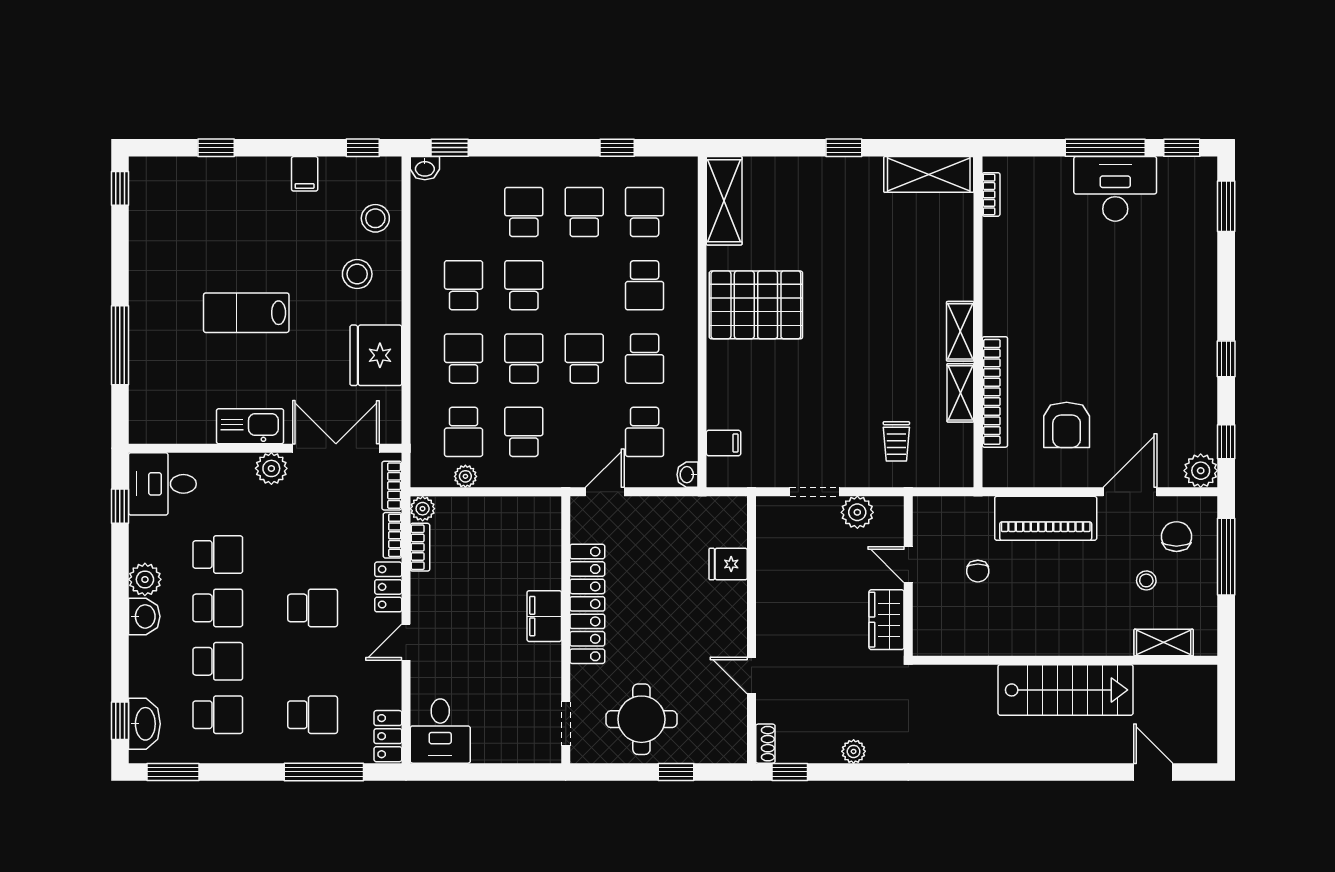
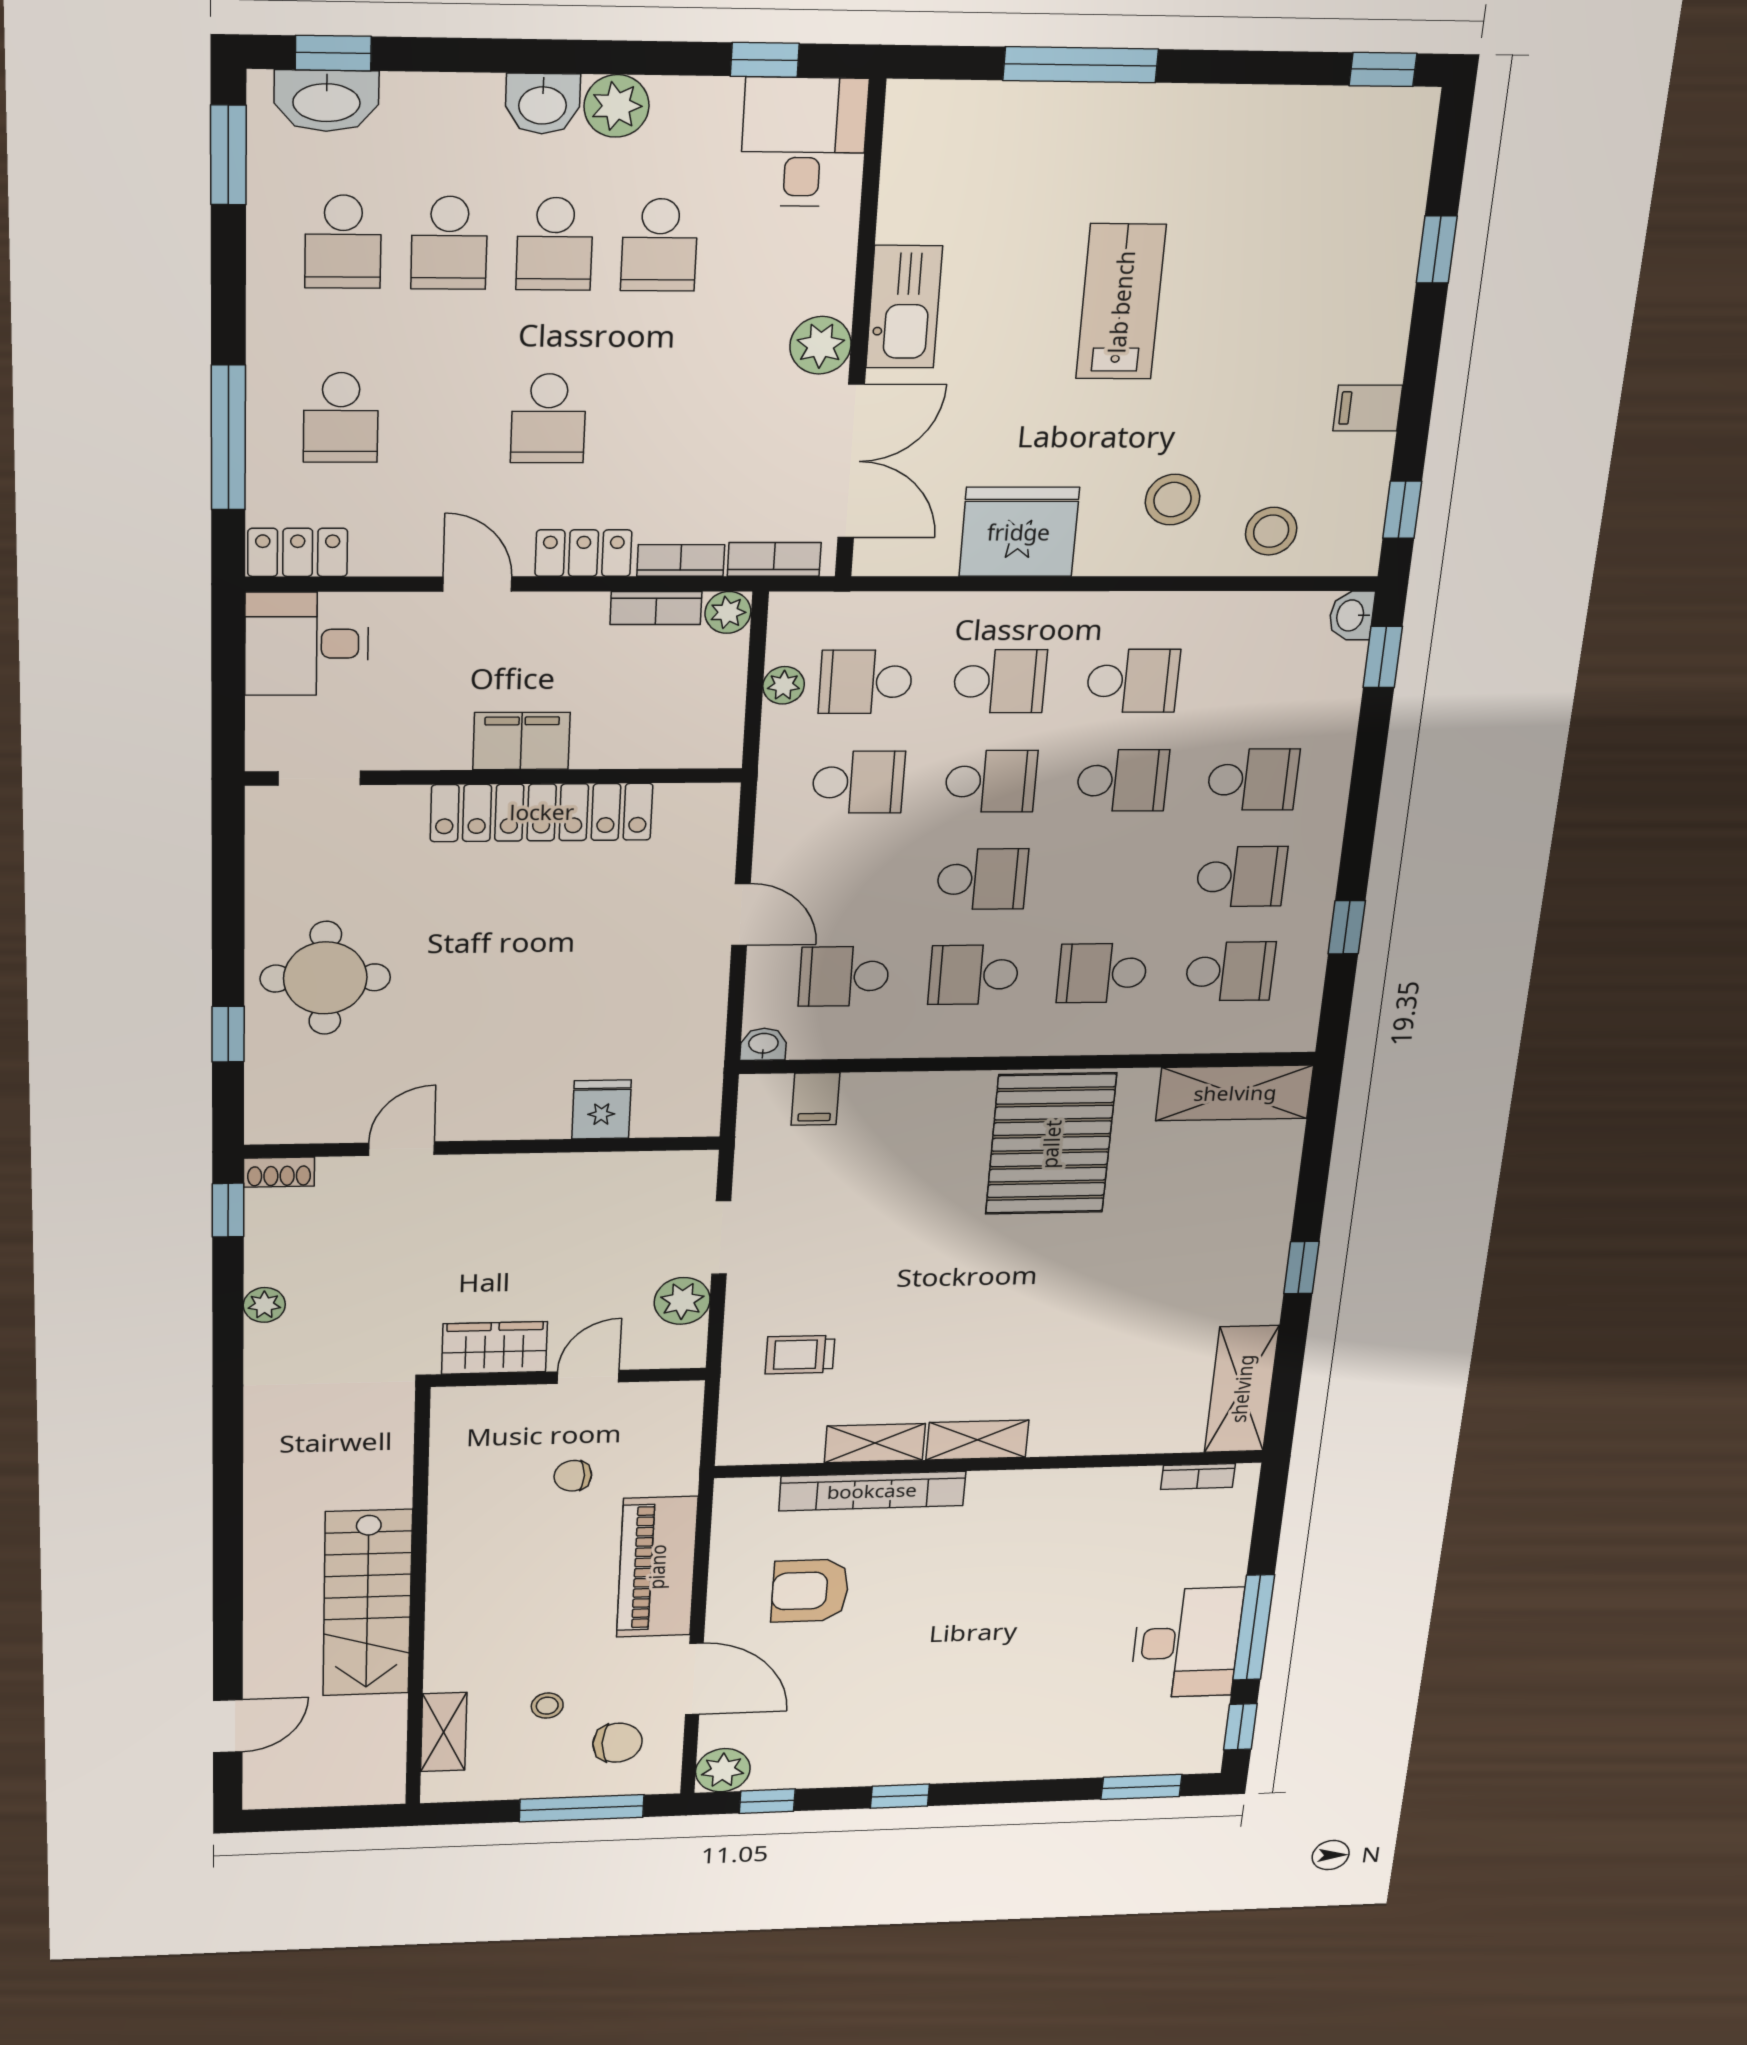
locker: (587, 604) -> (542, 812), moved
filing cabinet: (544, 616) -> (521, 741), moved
wall: (566, 630) -> (495, 777), moved
doorway: (566, 724) -> (319, 778), moved

